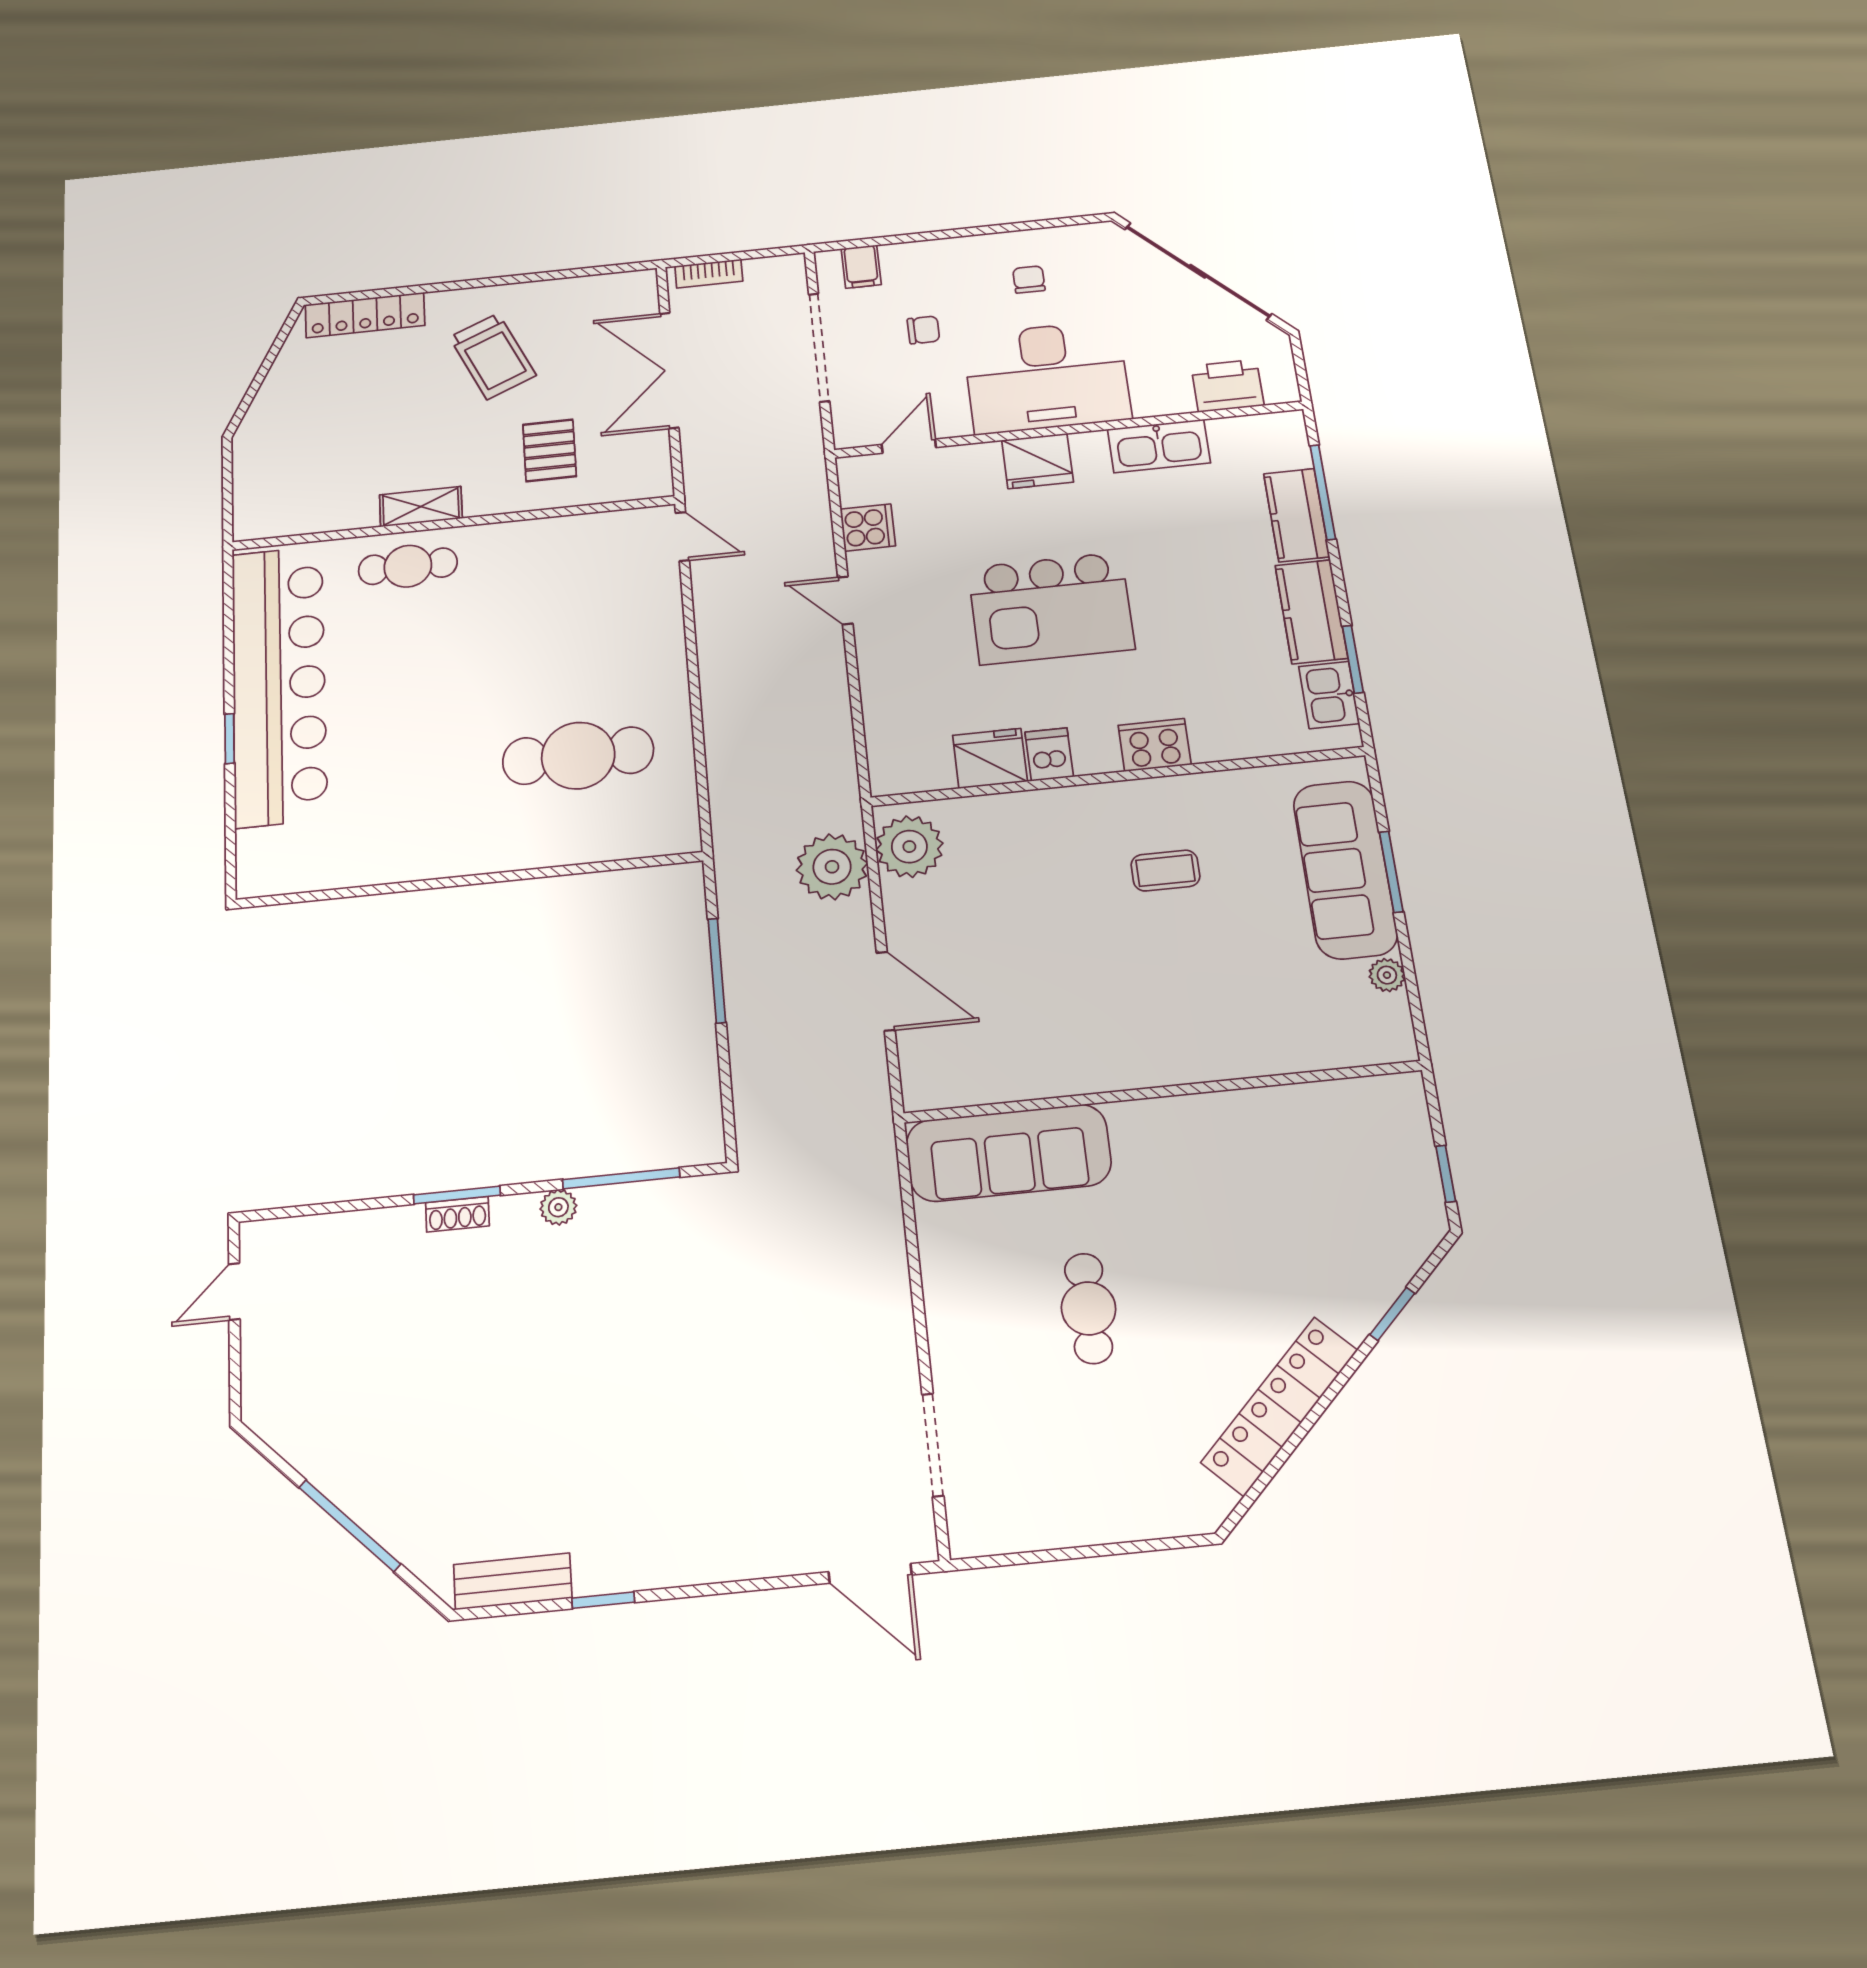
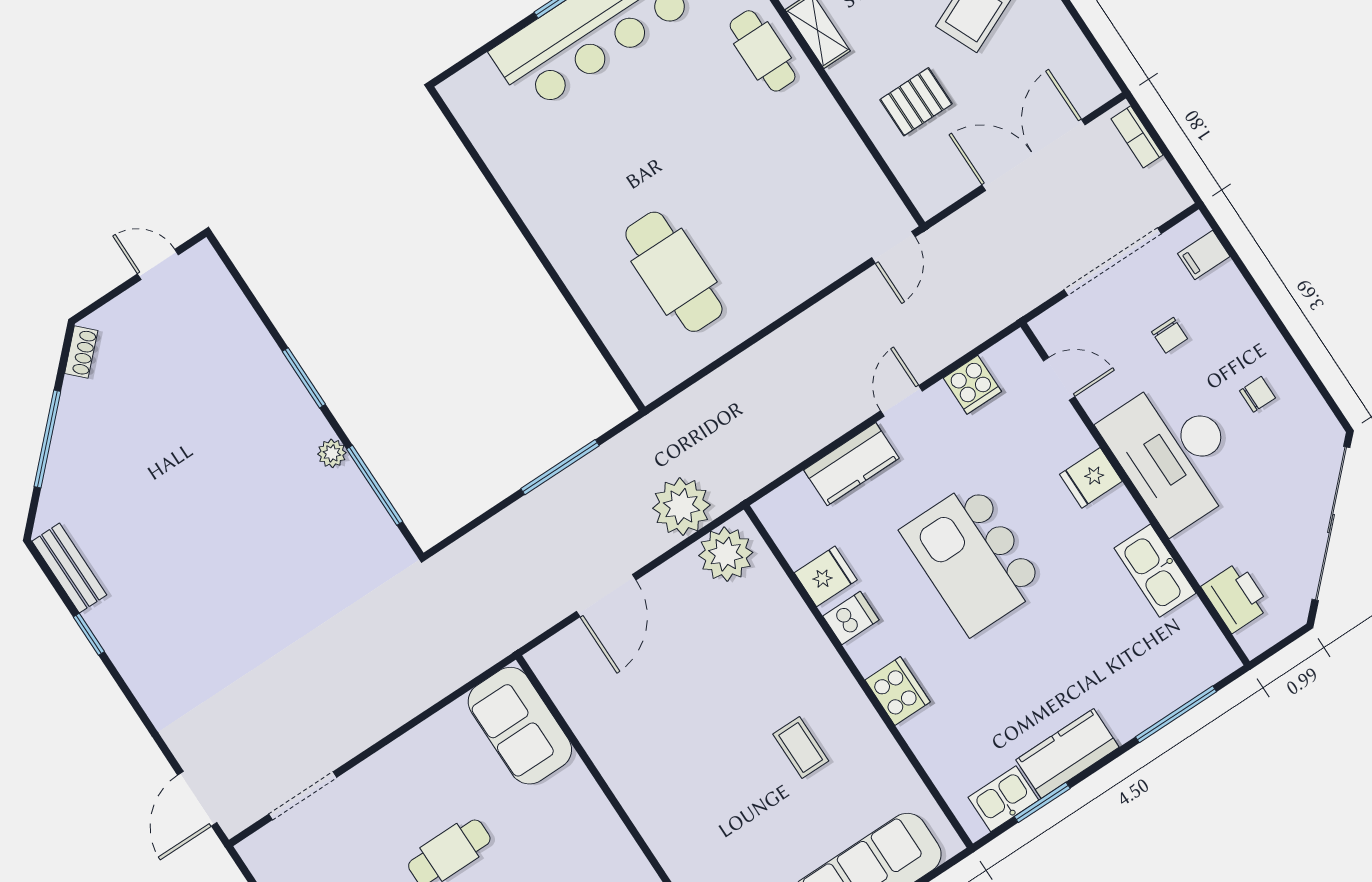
fridge: (1038, 461) -> (1091, 478), width x0.72
kitchen counter: (1297, 515) -> (851, 464), moved, turned 180
fridge: (990, 758) -> (826, 576), width x0.72
sofa: (1008, 1153) -> (520, 726), width x0.73
shoe rack: (457, 1214) -> (81, 352), moved, turned -135

